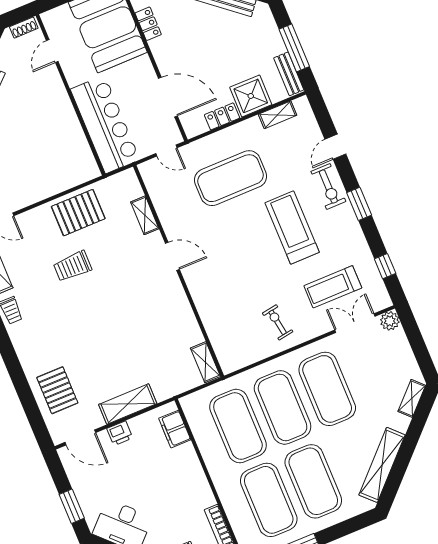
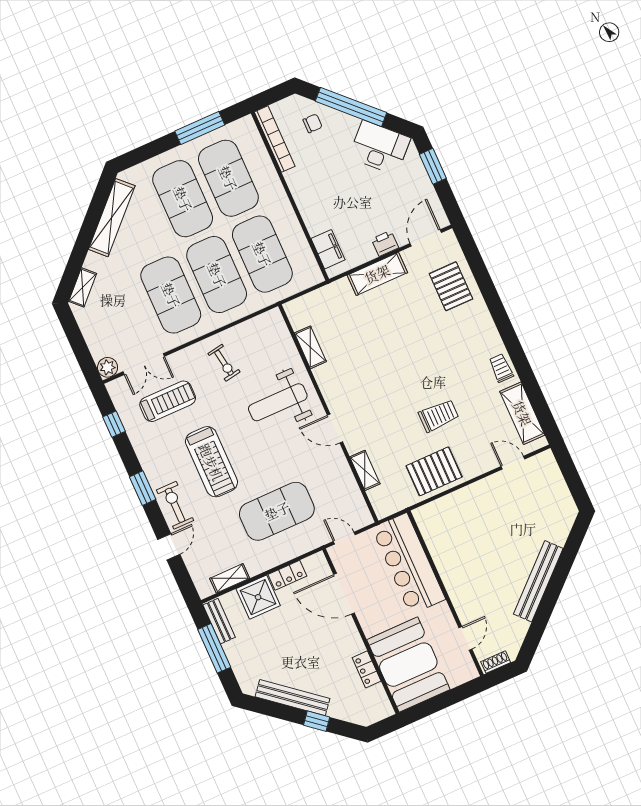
weight bench: (227, 283) -> (278, 402), added
shelving: (205, 362) -> (310, 347), moved
door: (80, 437) -> (426, 238), hinge flipped

